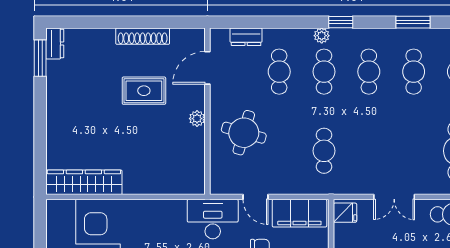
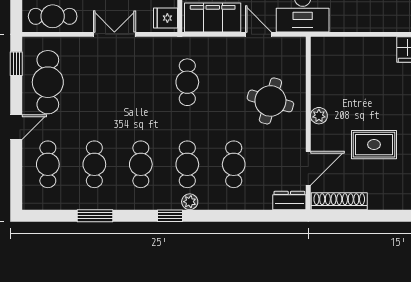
shoe rack: (143, 36) -> (339, 201), moved
dresser: (246, 37) -> (289, 201), moved

